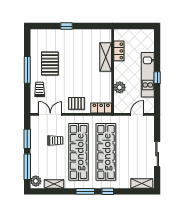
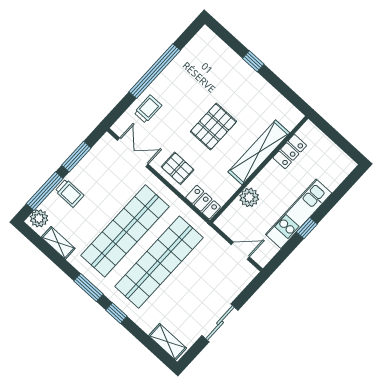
shelving: (106, 57) -> (259, 152), width x1.47
pallet: (50, 64) -> (213, 126), moved
window: (27, 70) -> (155, 71), width x1.46
trolley: (55, 140) -> (69, 193), moved

